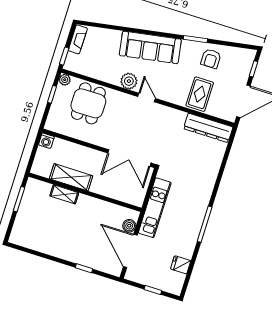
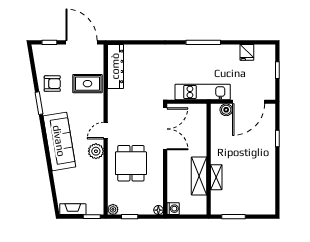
dining table: (88, 103) -> (131, 163), moved, turned 90
floor lamp: (50, 125) -> (158, 210), added

